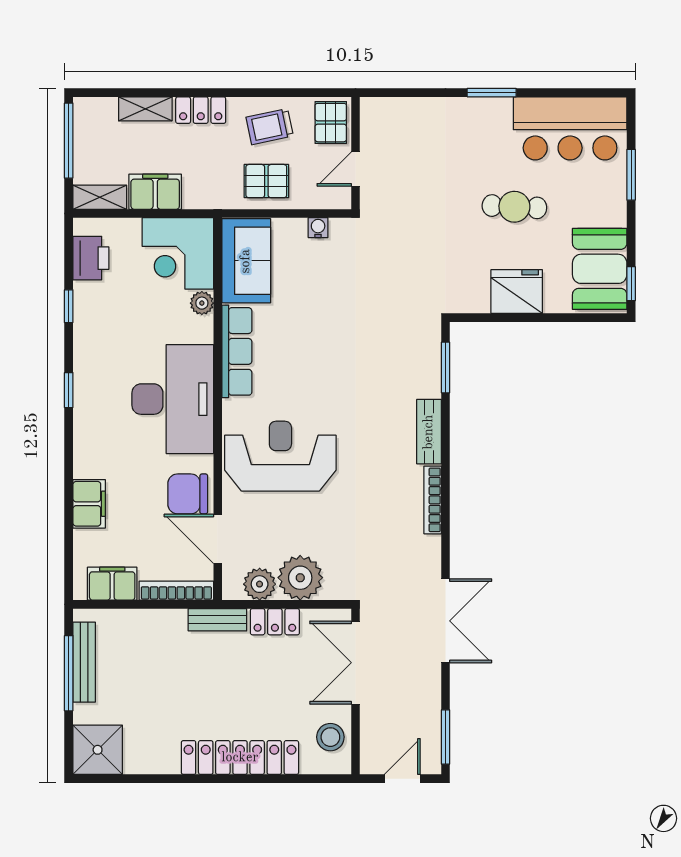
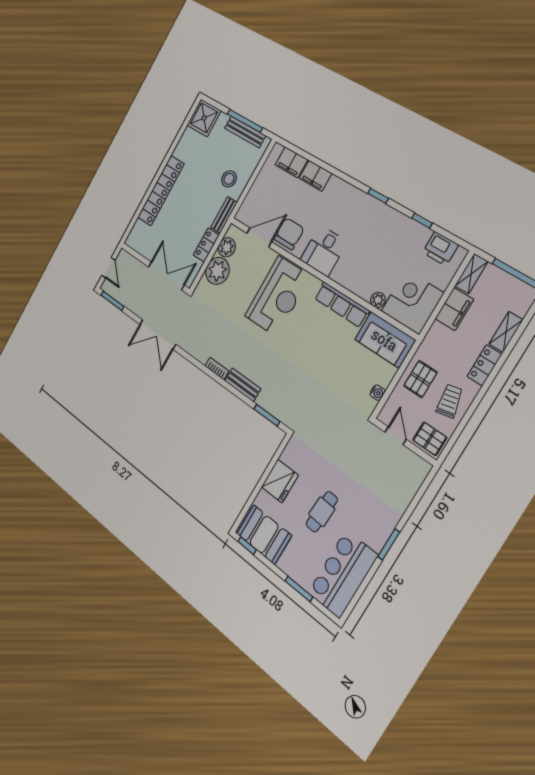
desk: (173, 399) -> (324, 251), width x0.53, depth x0.77
bookcase: (433, 500) -> (217, 369), width x0.64
filing cabinet: (112, 584) -> (291, 162), moved, turned 90
bookcase: (176, 591) -> (249, 201), removed
stool: (330, 737) -> (229, 179), moved

